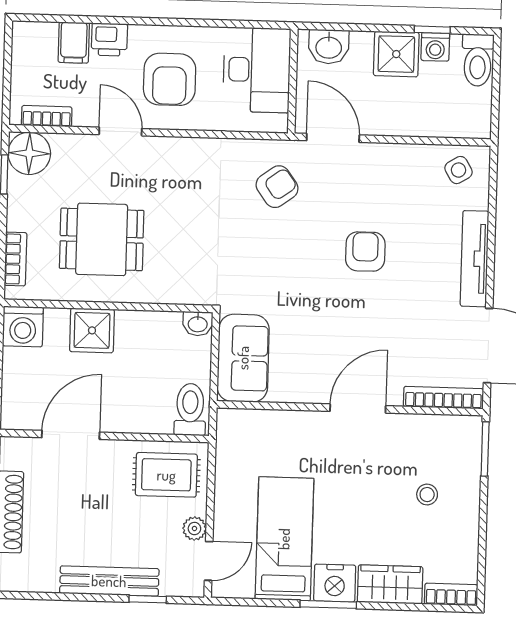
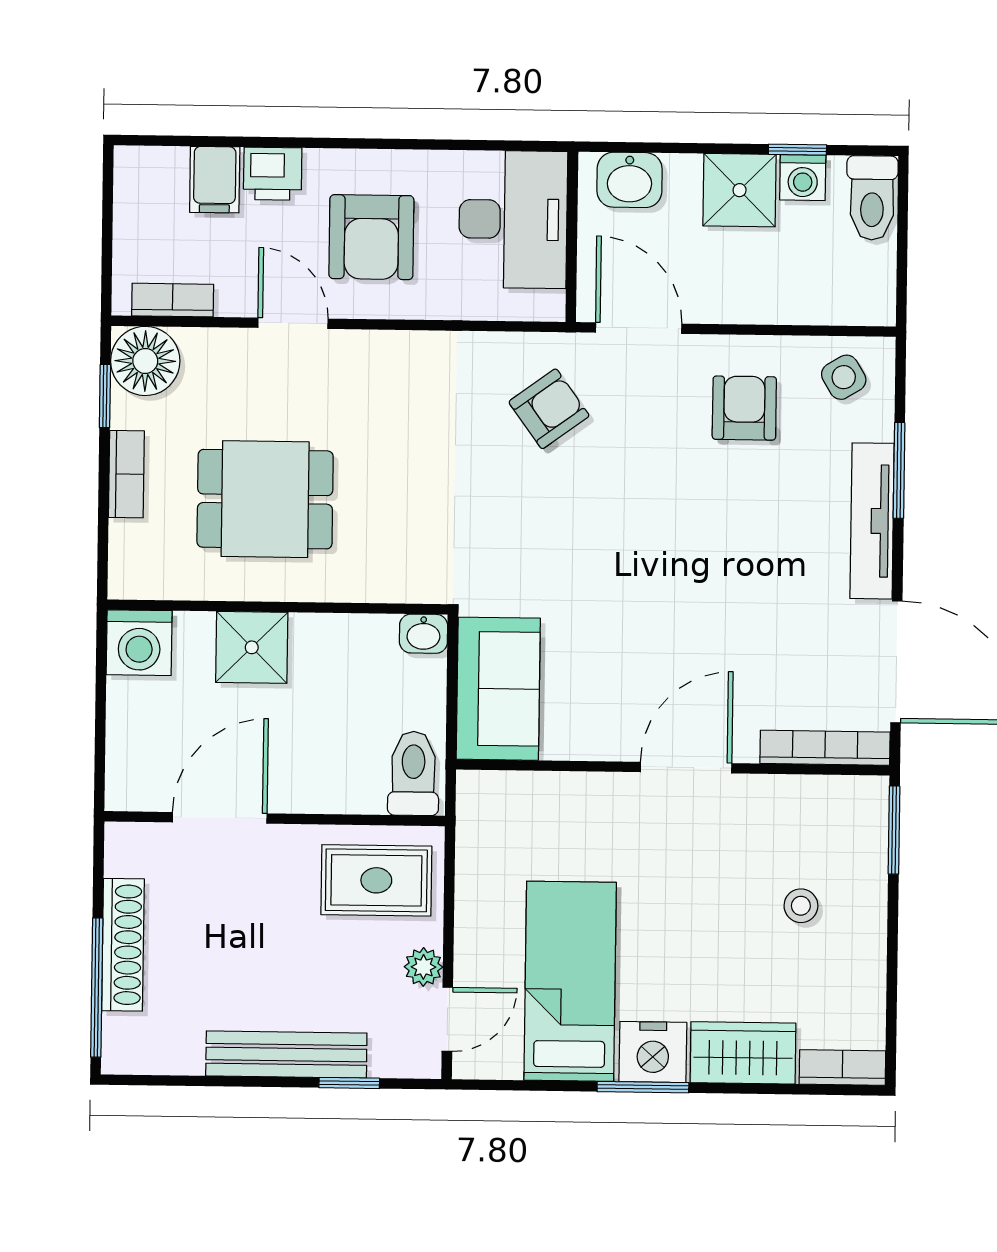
window: (492, 228) -> (899, 470), added
armchair: (365, 252) -> (744, 408), moved
bookcase: (16, 259) -> (126, 474), moved

